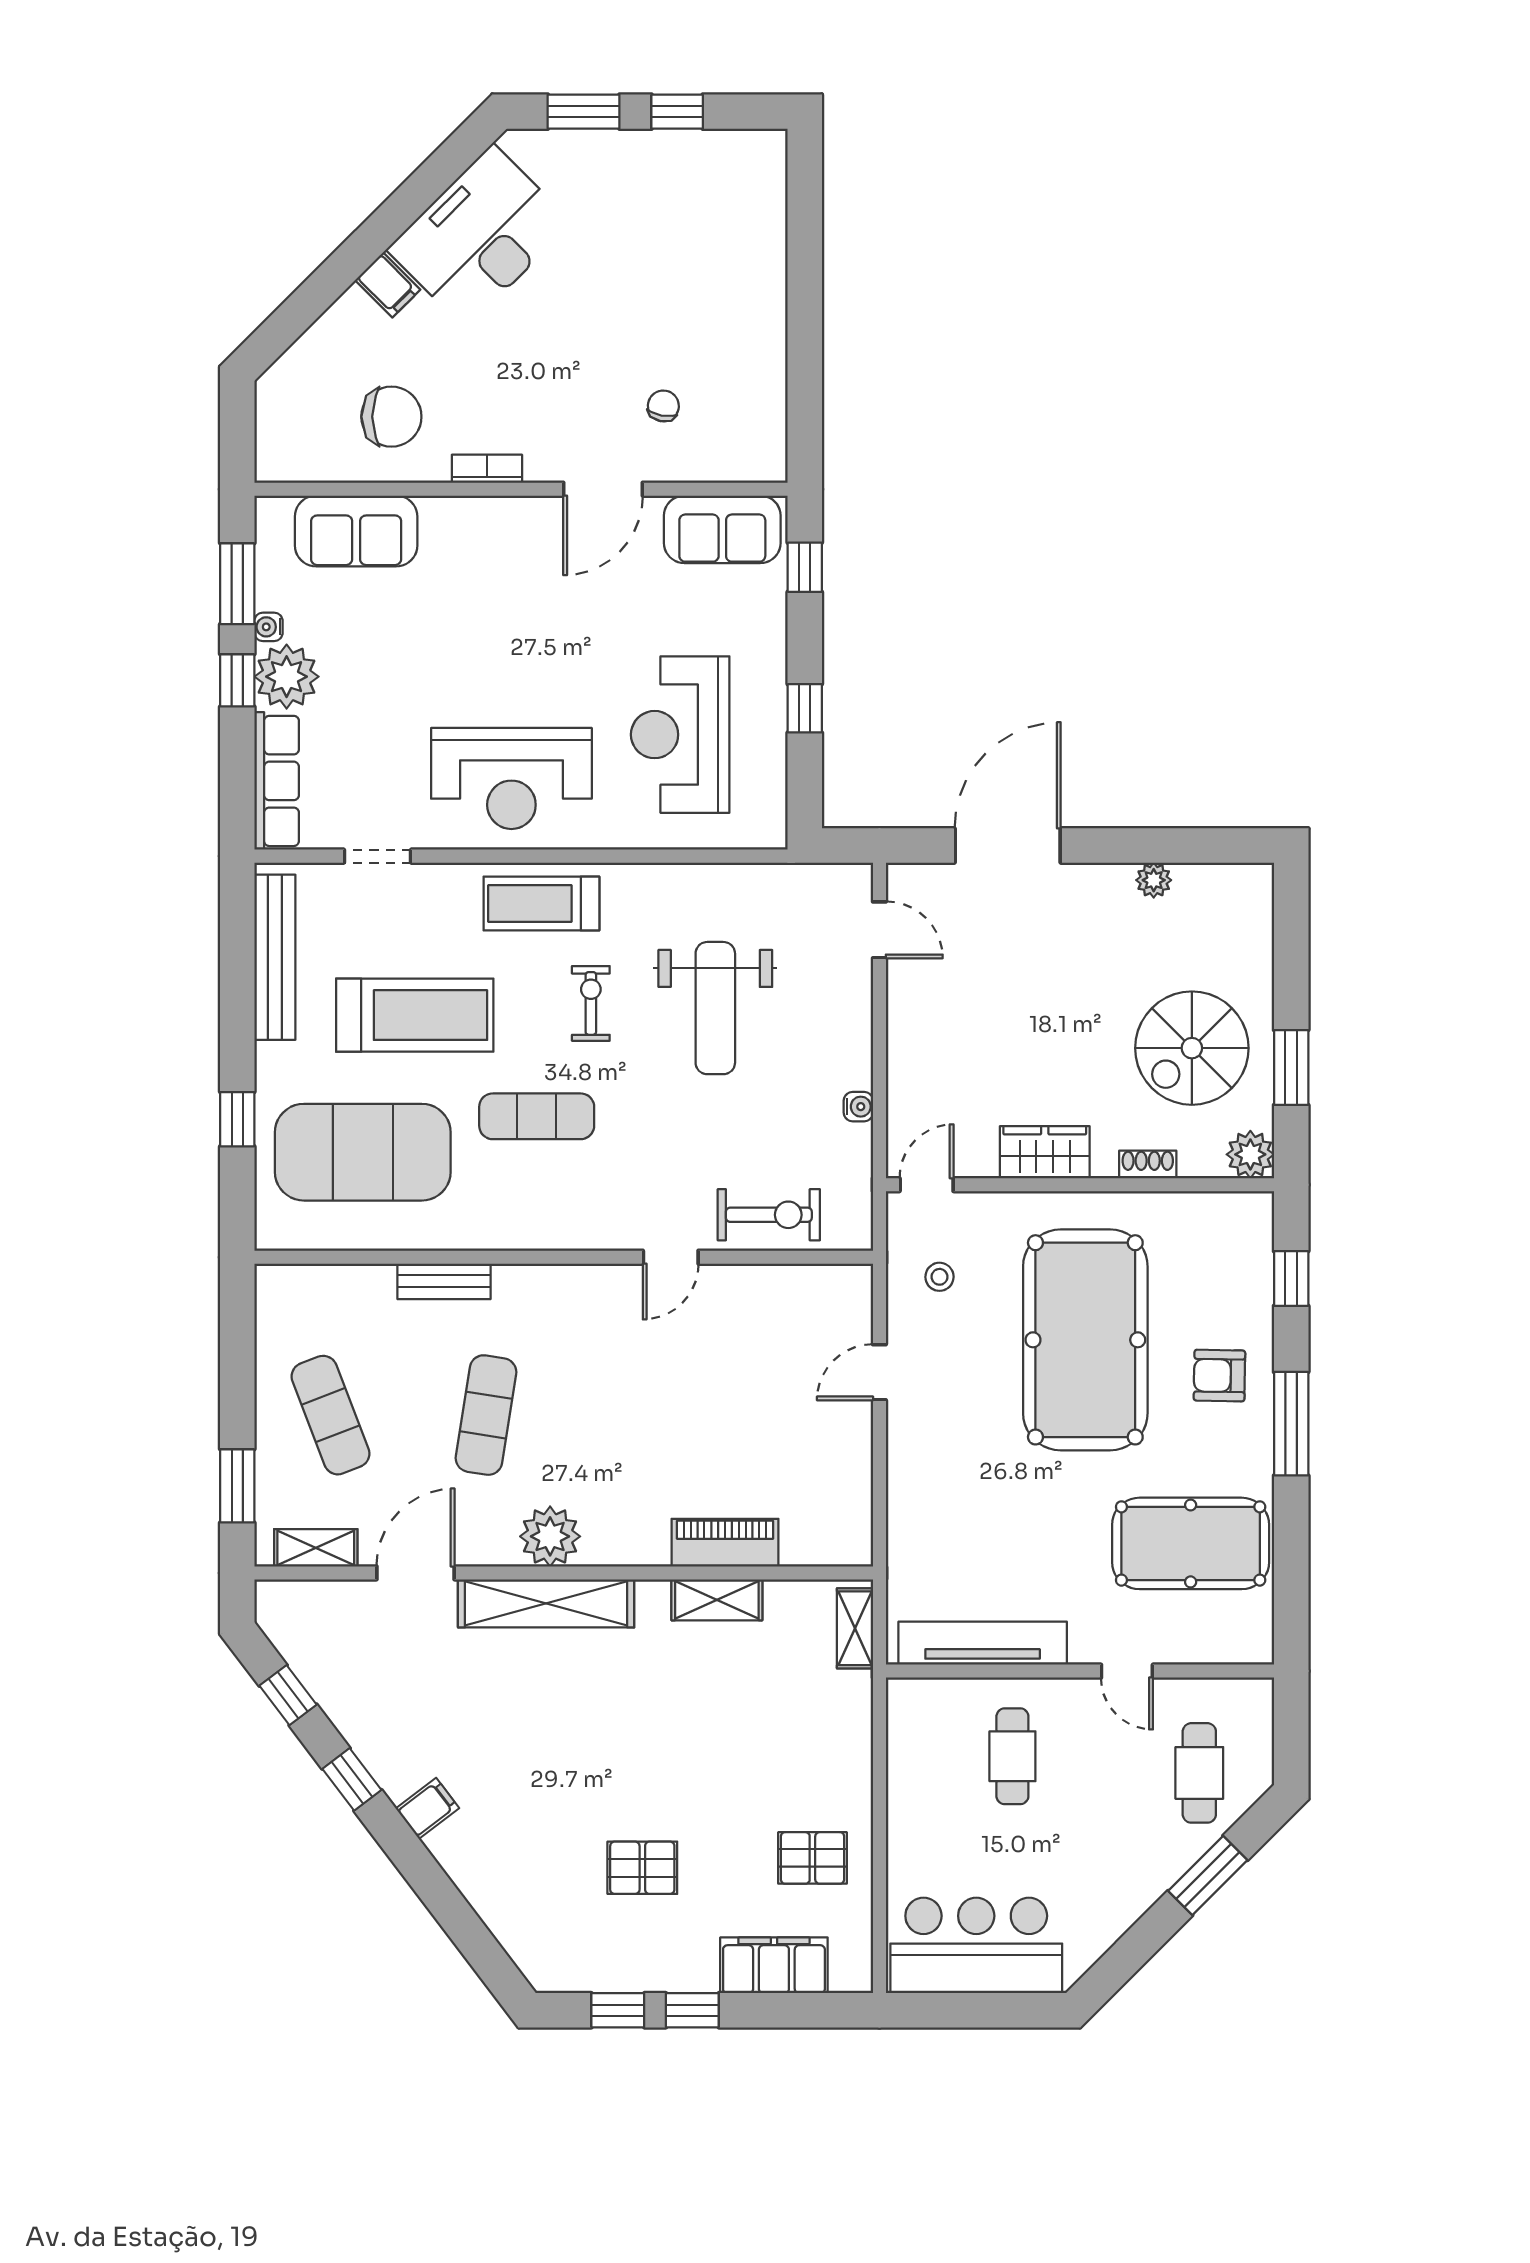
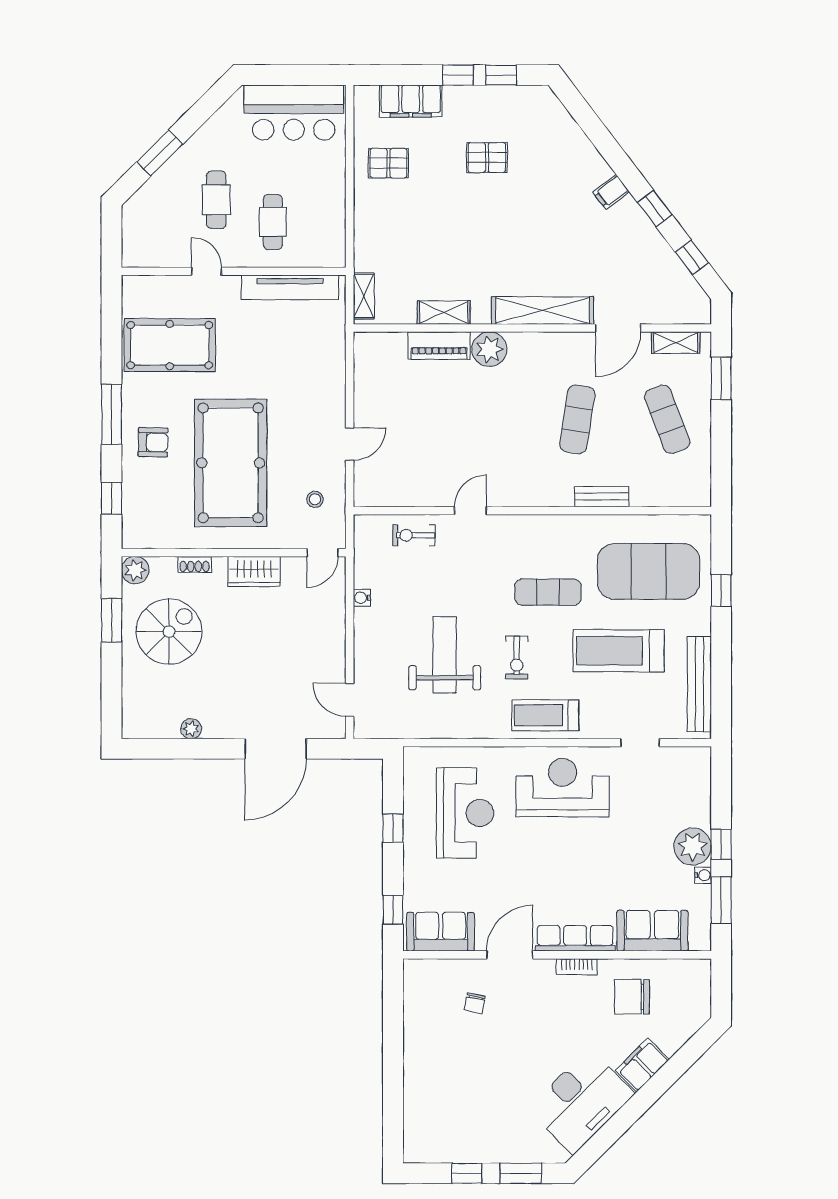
filing cabinet: (388, 285) -> (642, 1065), width x2.00
row of seats: (277, 781) -> (575, 938), moved, turned 90
treadmill: (541, 903) -> (545, 715), turned 180
exercise bike: (769, 1215) -> (414, 535), width x0.73, depth x0.72
plant: (550, 1536) -> (489, 349), moved
cafe table: (1199, 1773) -> (216, 200), moved

